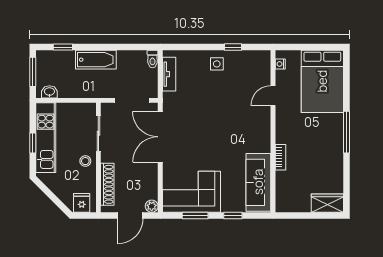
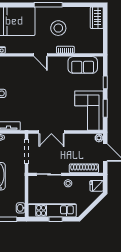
door: (273, 96) -> (41, 55), moved
double door: (160, 137) -> (51, 132), width x0.73
stool: (312, 147) -> (58, 28), added
sofa: (258, 182) -> (83, 65), width x0.73

